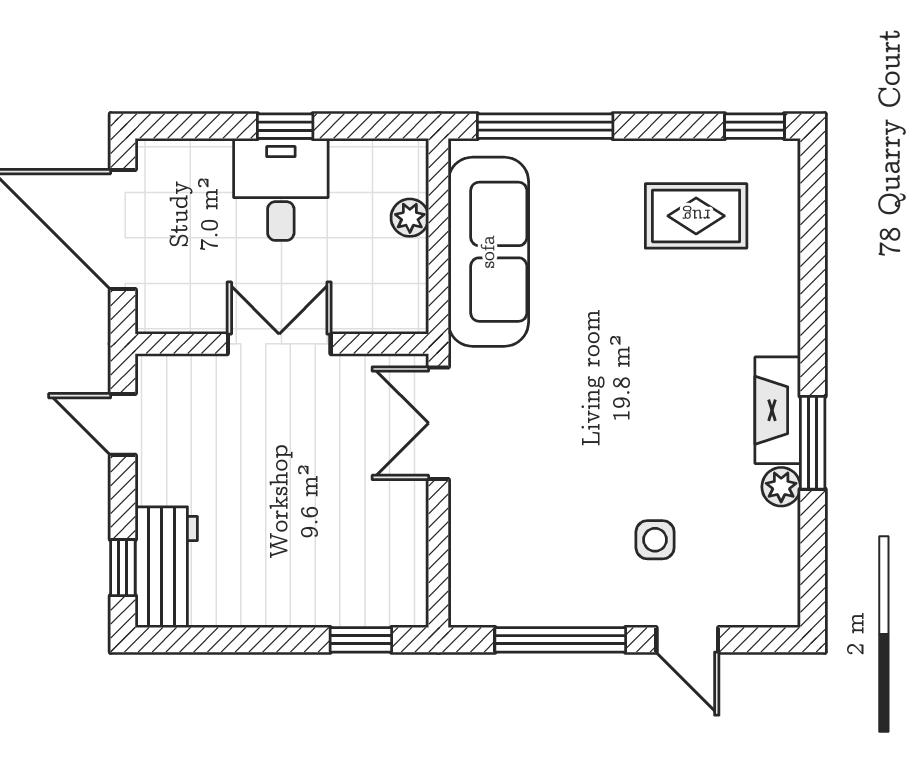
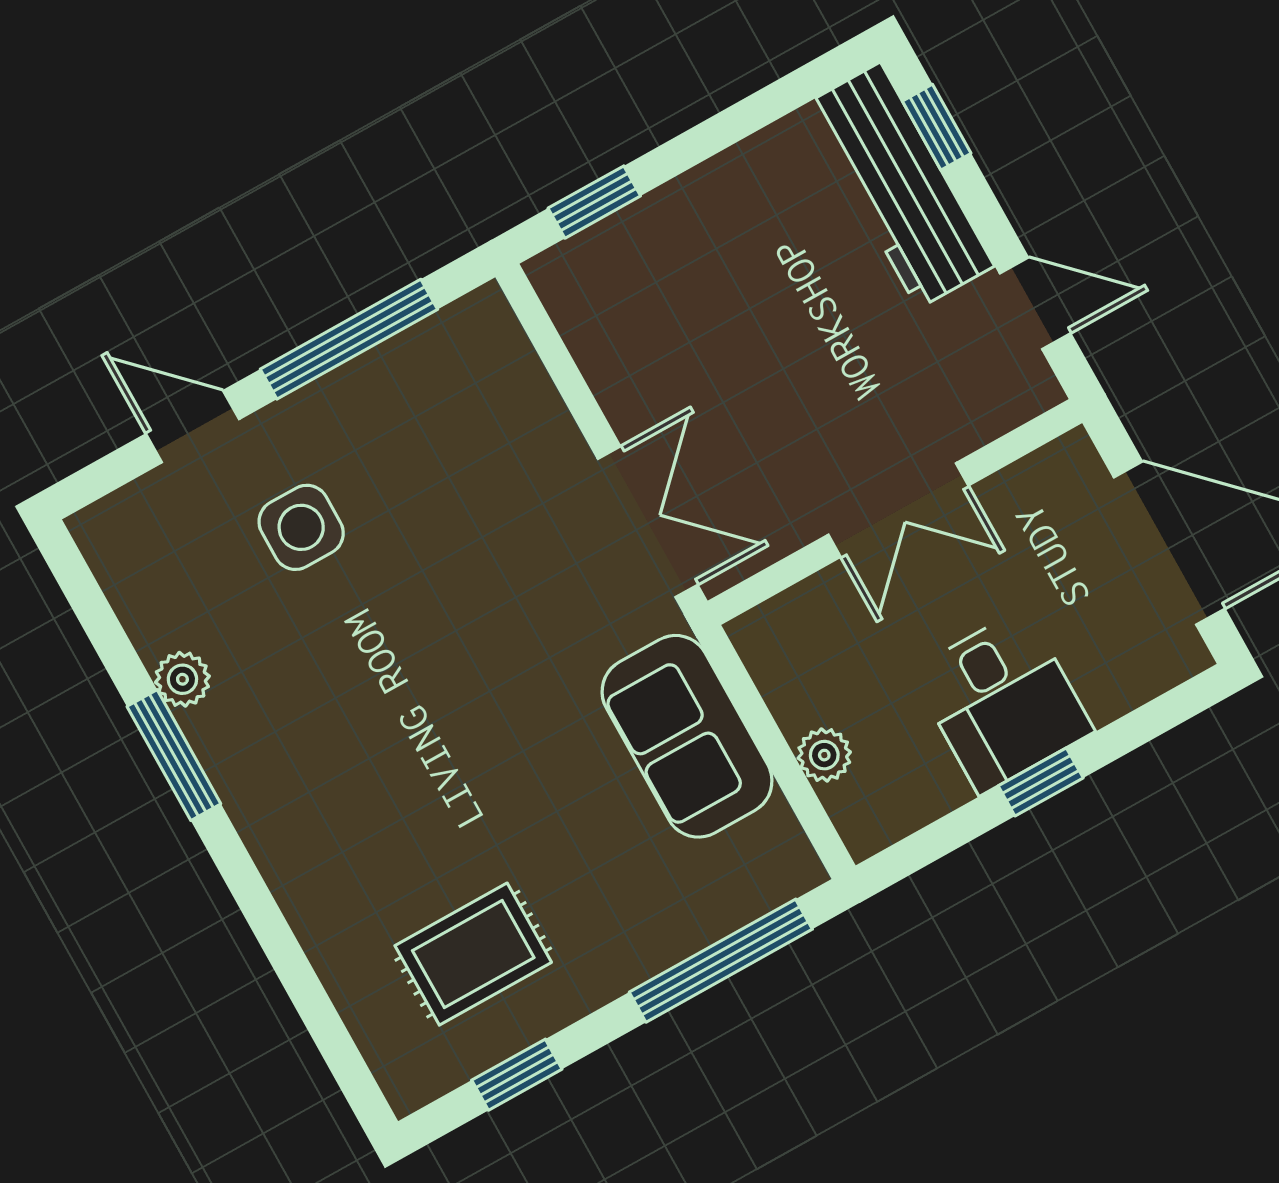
window: (755, 126) -> (517, 1075), moved
sofa: (488, 252) -> (687, 736), width x0.73
fireplace: (778, 410) -> (239, 771), removed
side table: (655, 540) -> (301, 527), width x1.37, depth x1.37
workbench: (166, 567) -> (899, 185), width x1.37

